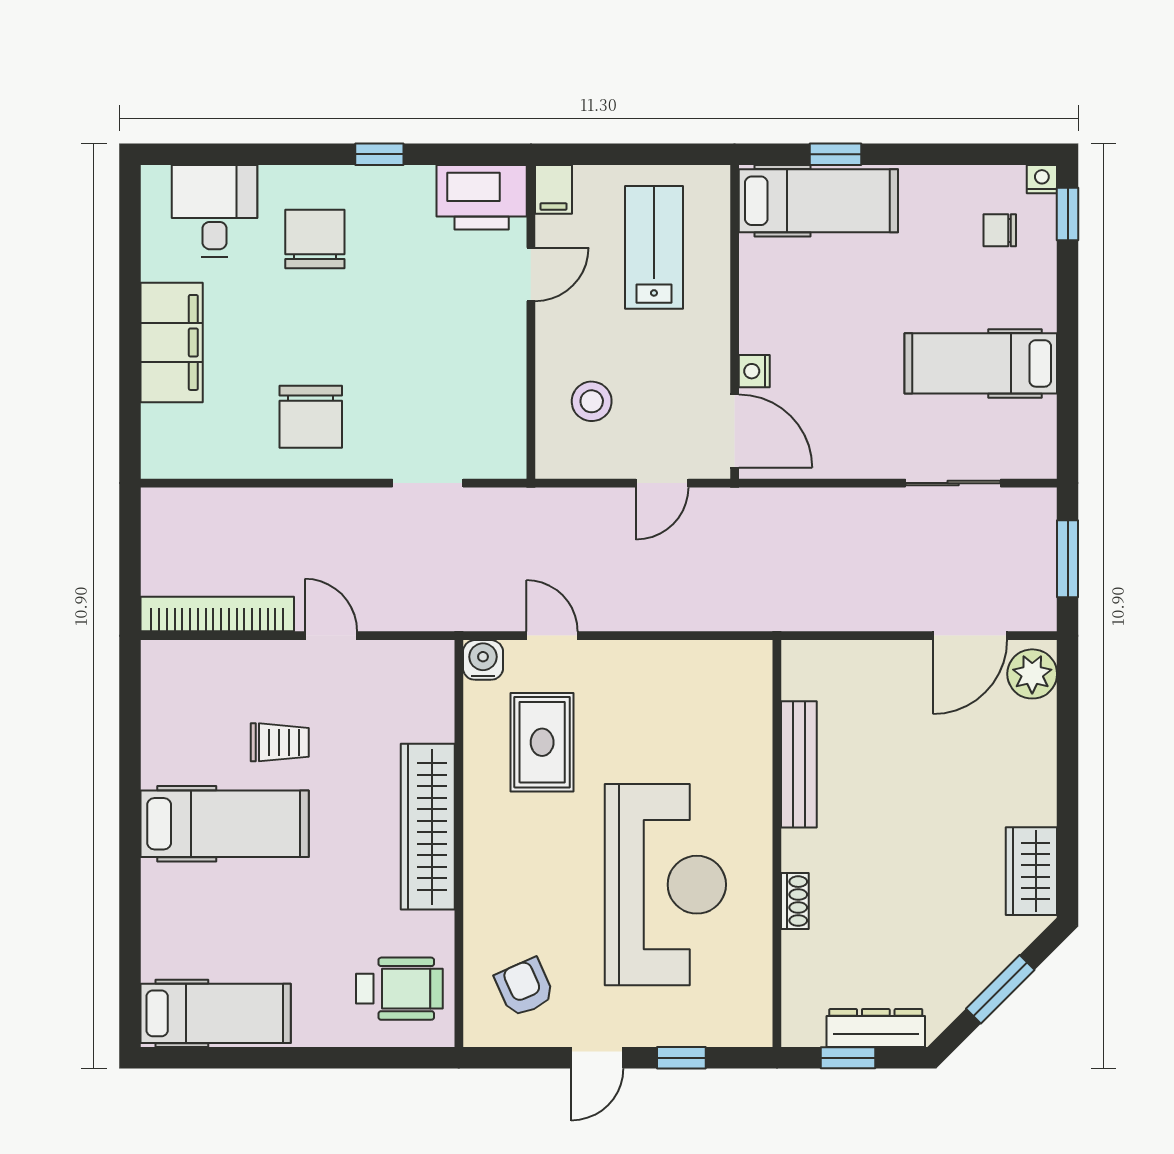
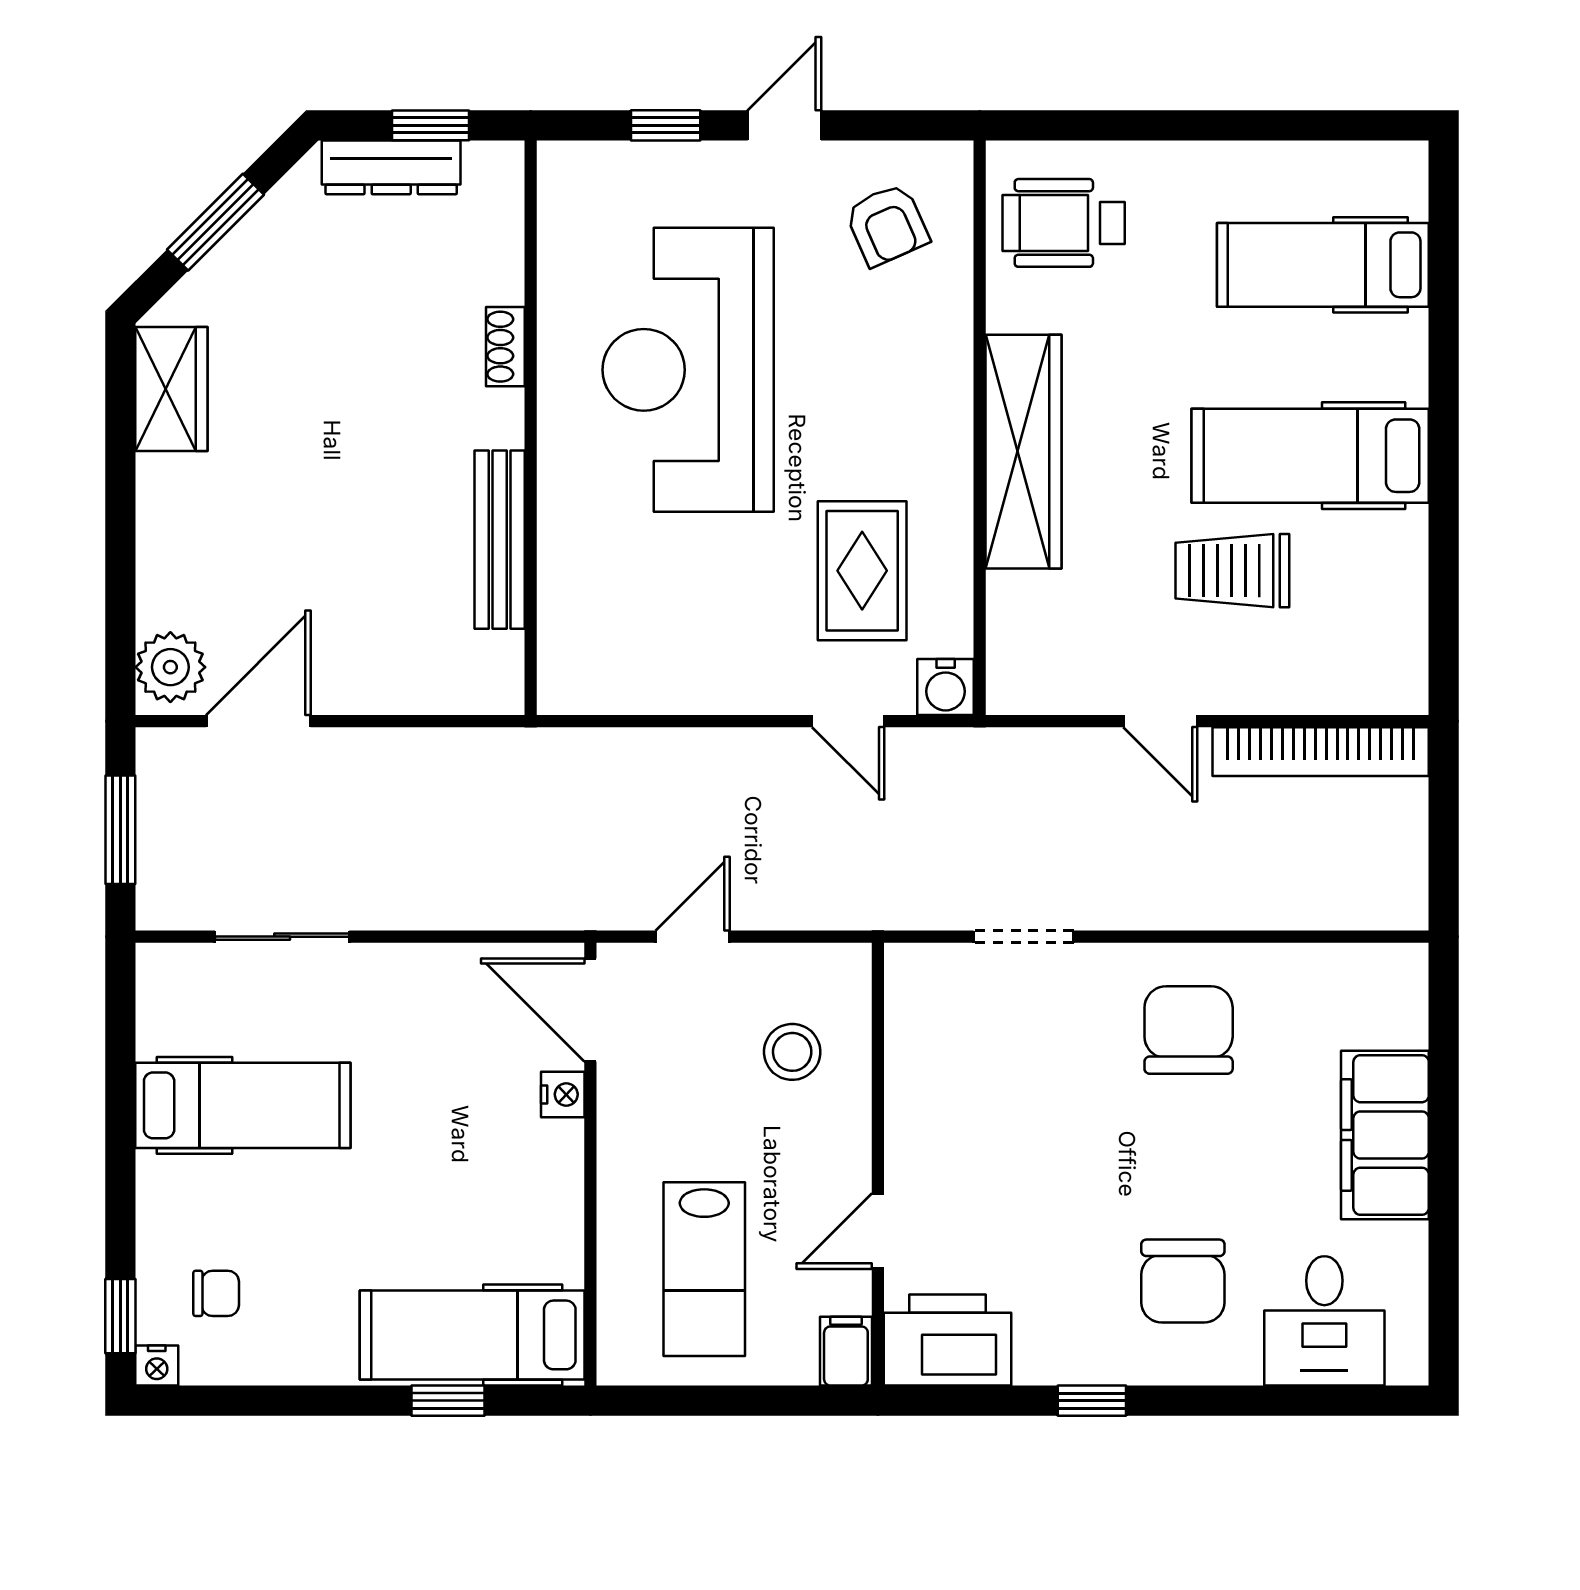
trolley: (280, 742) -> (1232, 571), width x1.36, depth x1.39
hospital bed: (216, 1013) -> (1323, 265), moved

